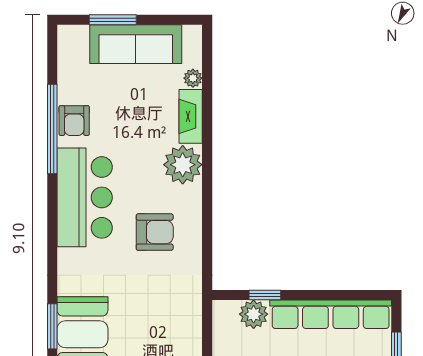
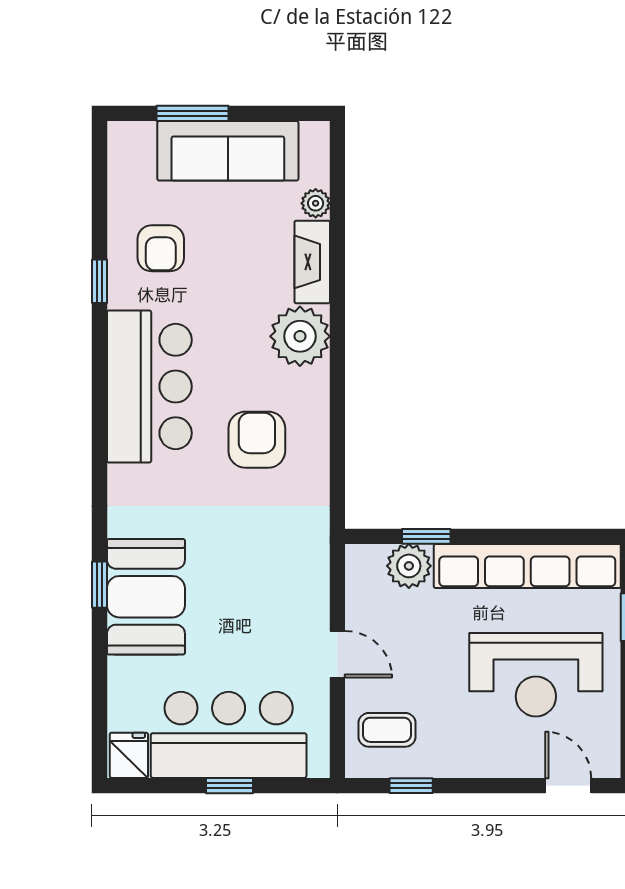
armchair: (74, 121) -> (161, 248), moved
window: (52, 129) -> (100, 281), width x0.32
armchair: (155, 232) -> (257, 440), turned -90
window: (52, 326) -> (100, 585), width x0.67

